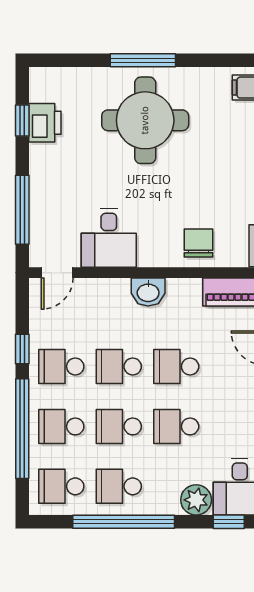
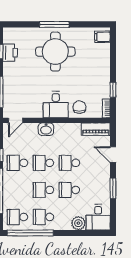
desk: (109, 238) -> (56, 105), moved
washbasin: (148, 292) -> (46, 129), moved
school desk: (61, 426) -> (17, 190), removed
window: (124, 522) -> (30, 233), moved
window: (229, 522) -> (93, 233), removed

